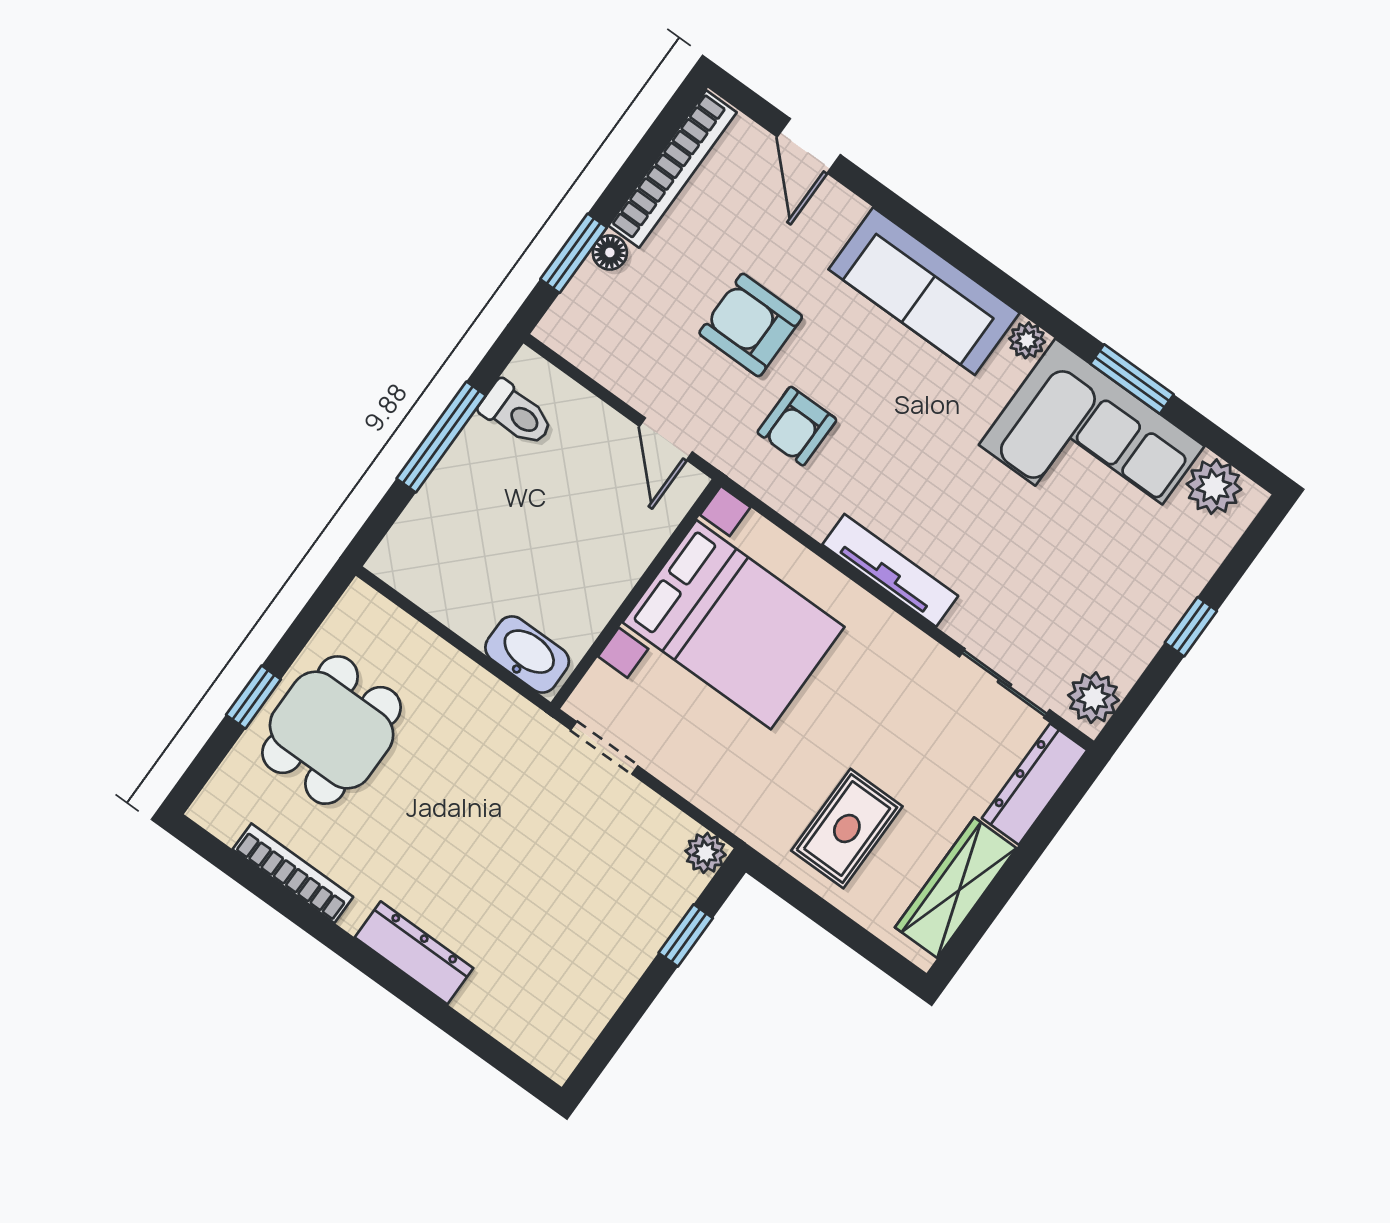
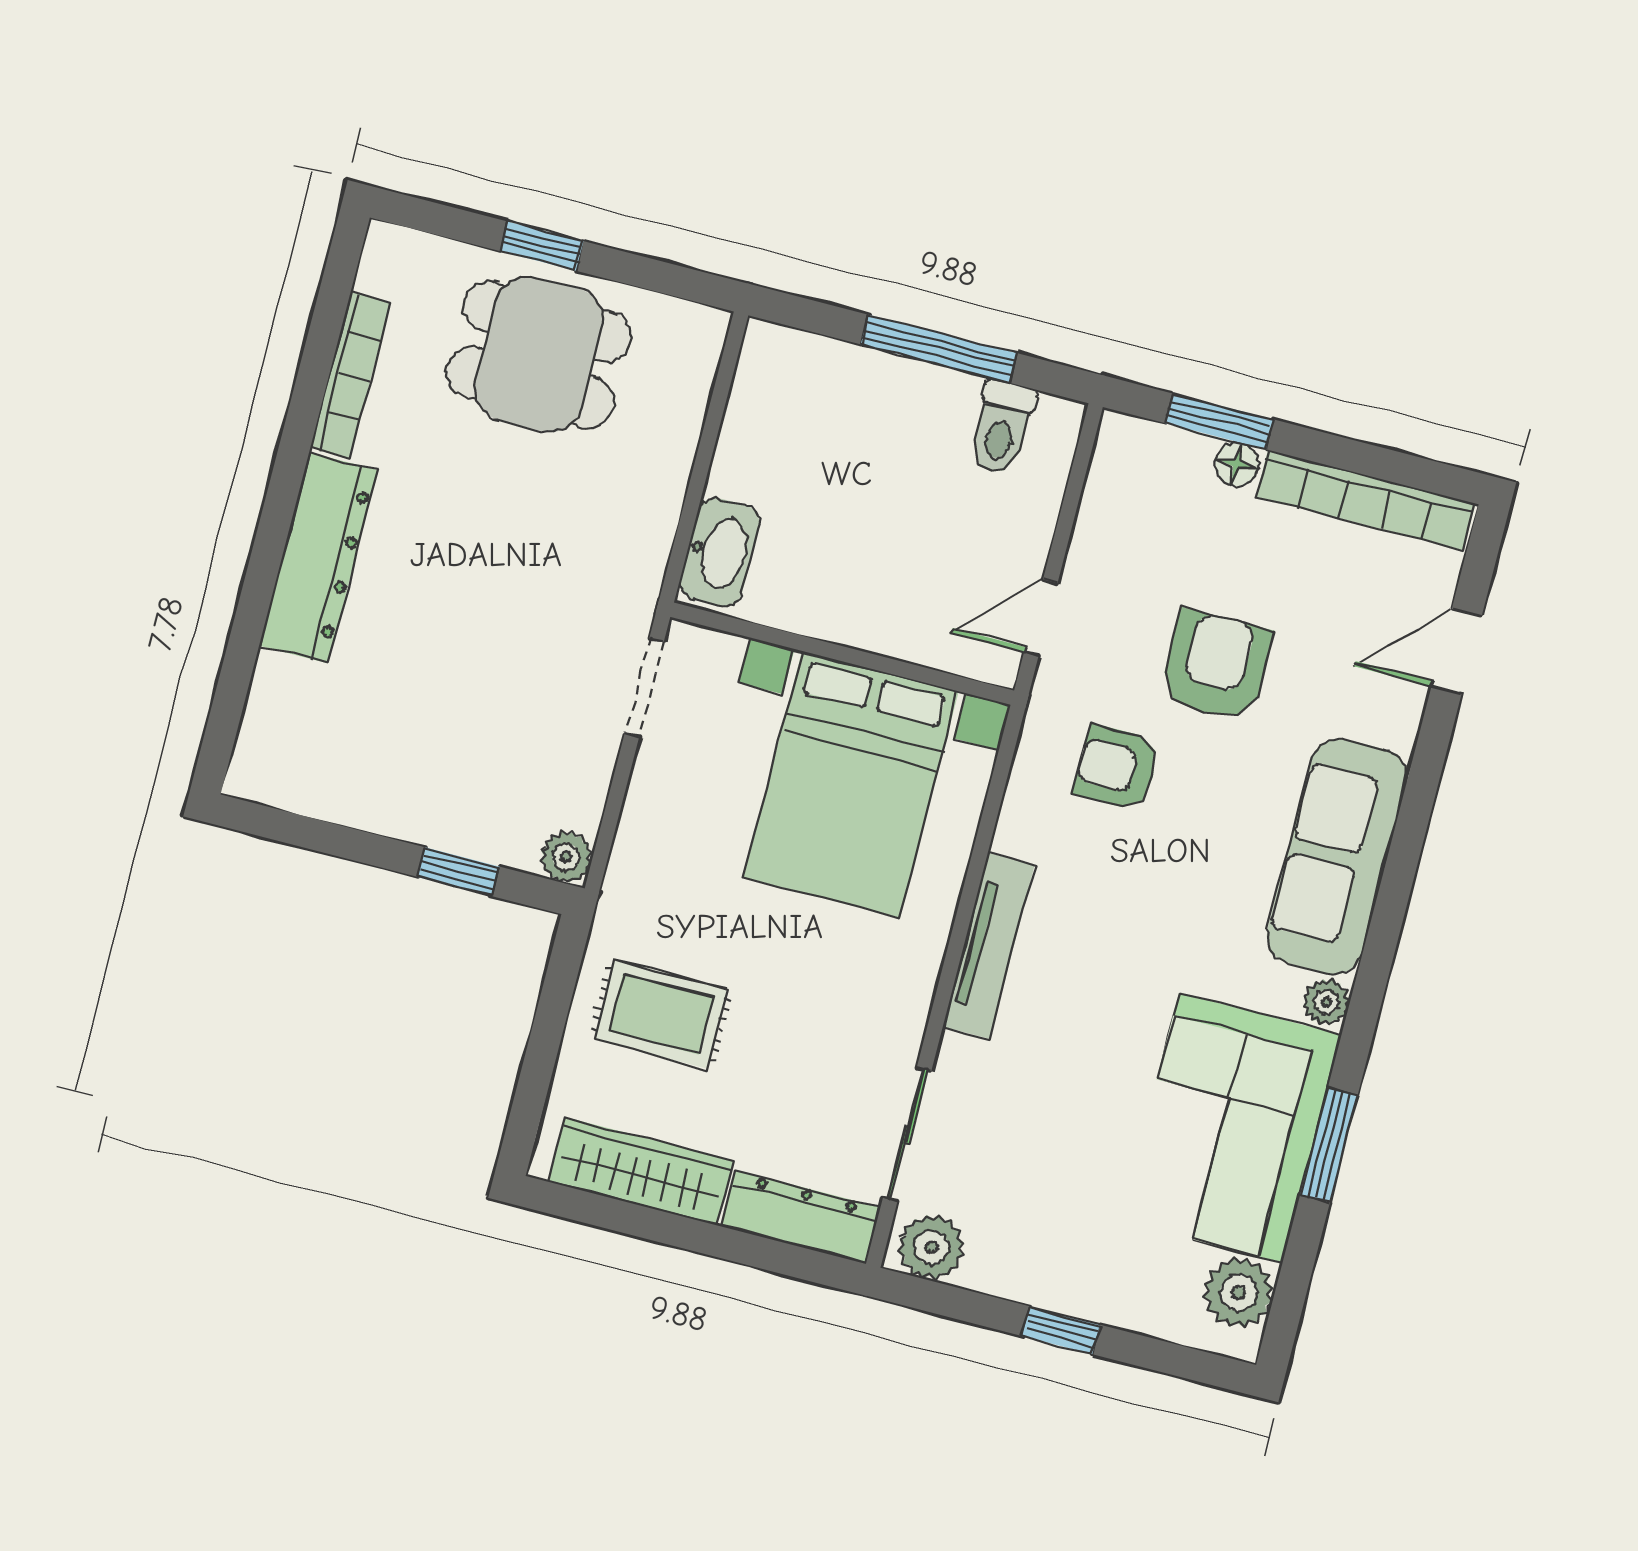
dresser: (414, 953) -> (318, 558), width x1.37, depth x1.24

